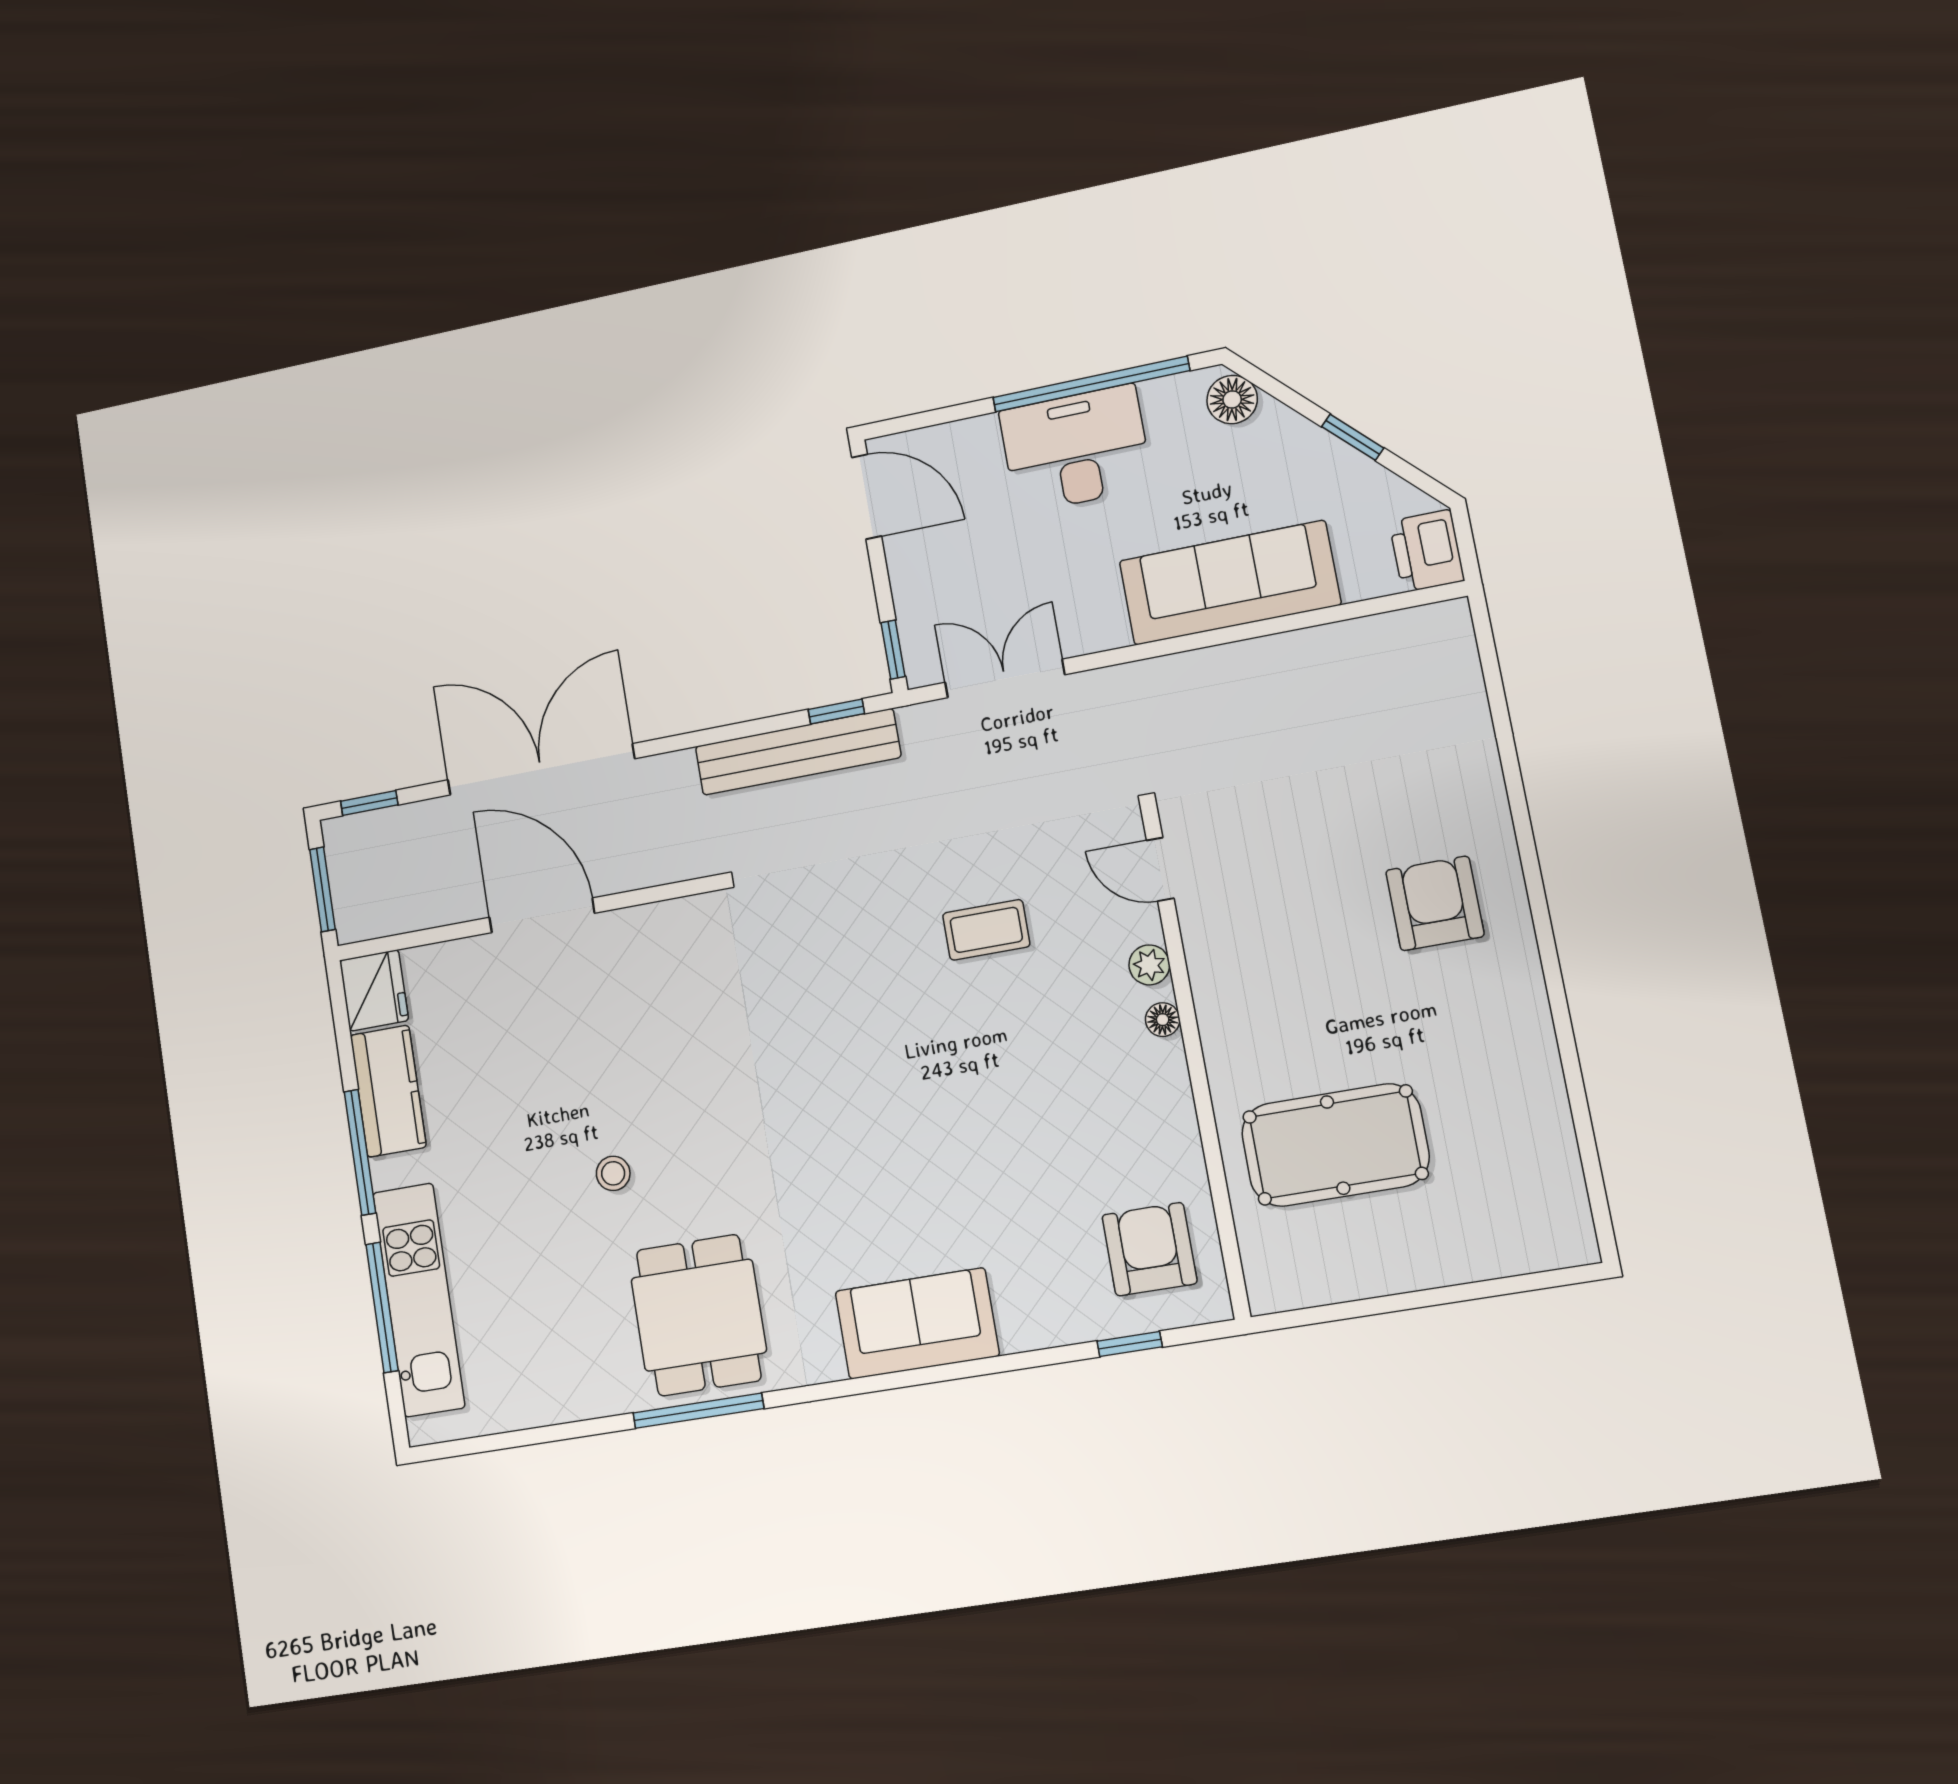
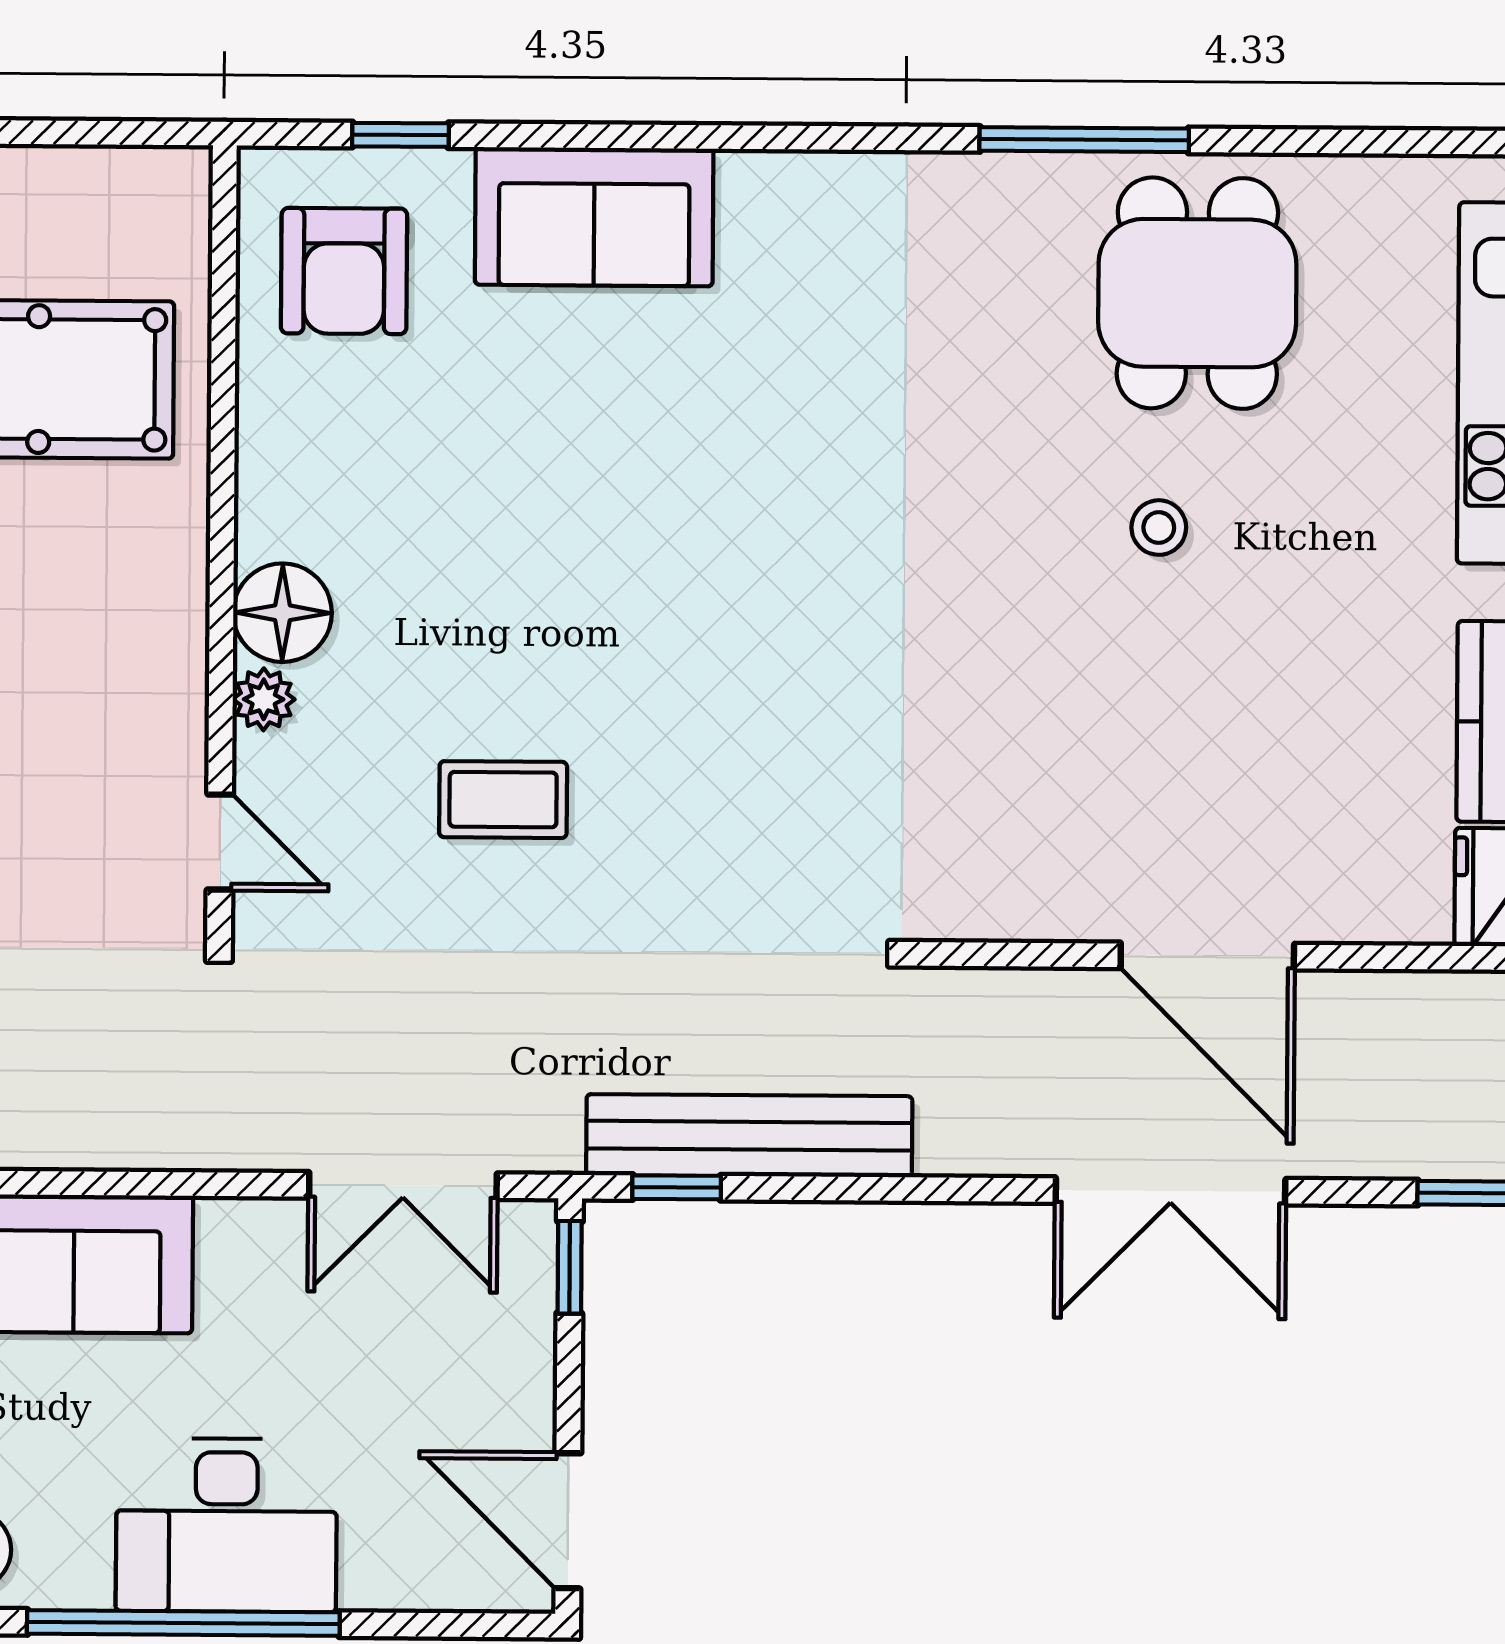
double door: (541, 769) -> (1171, 1191), width x0.73
floor lamp: (1163, 1020) -> (282, 613), width x1.89, depth x1.89
dining table: (699, 1315) -> (1197, 293), moved
sofa: (917, 1323) -> (594, 217), moved

